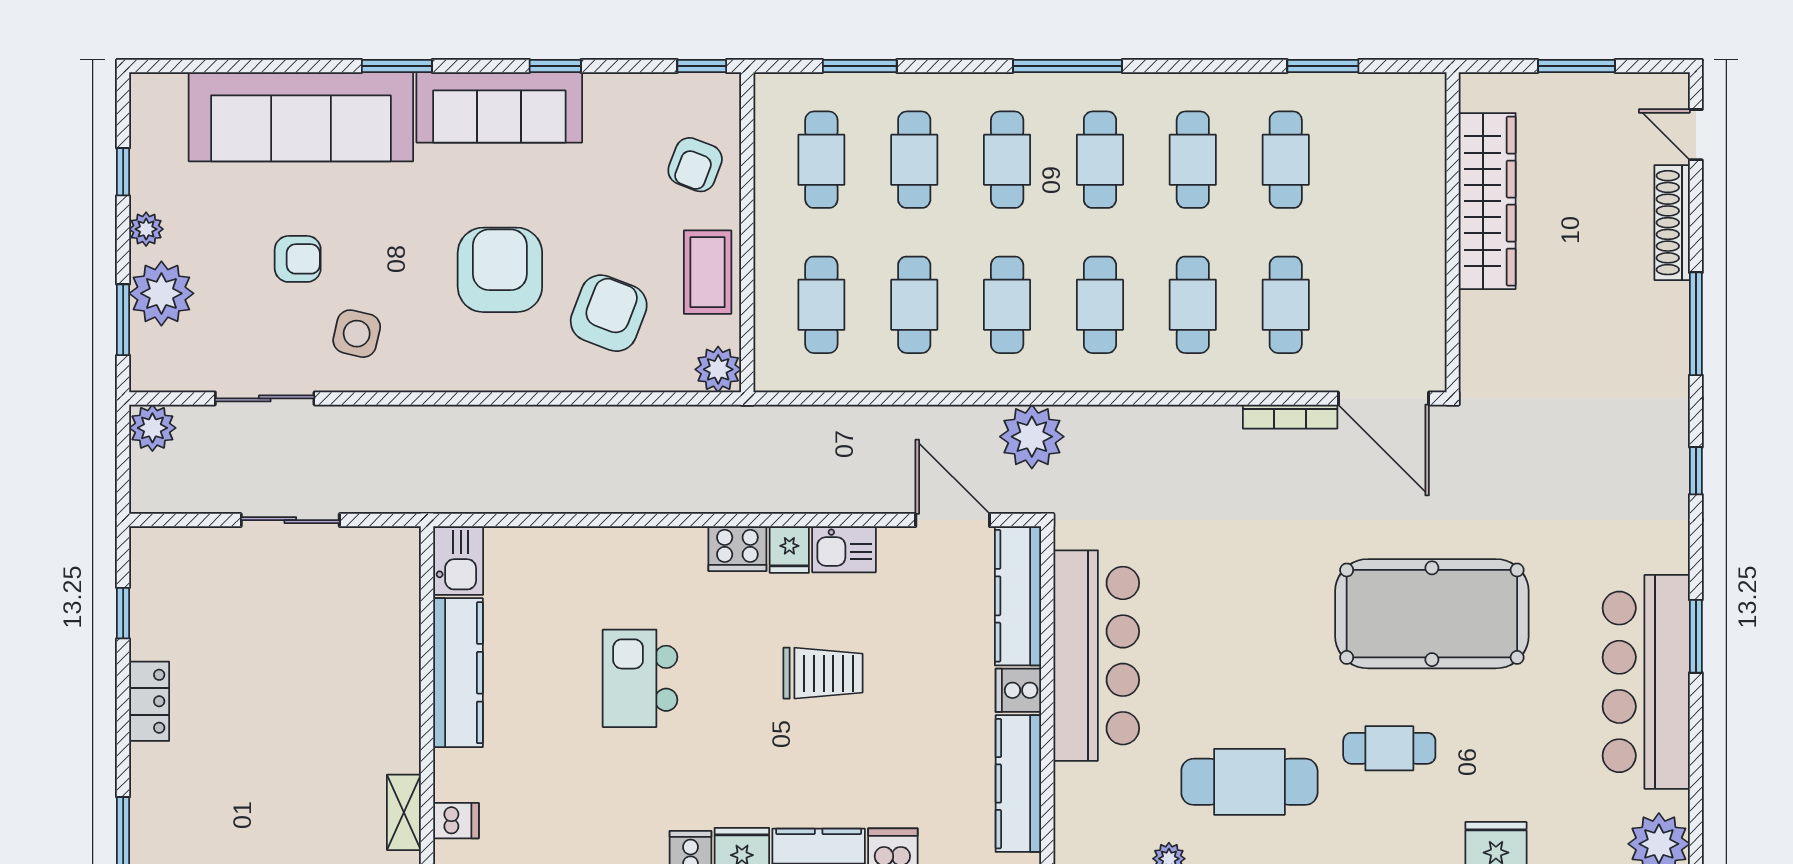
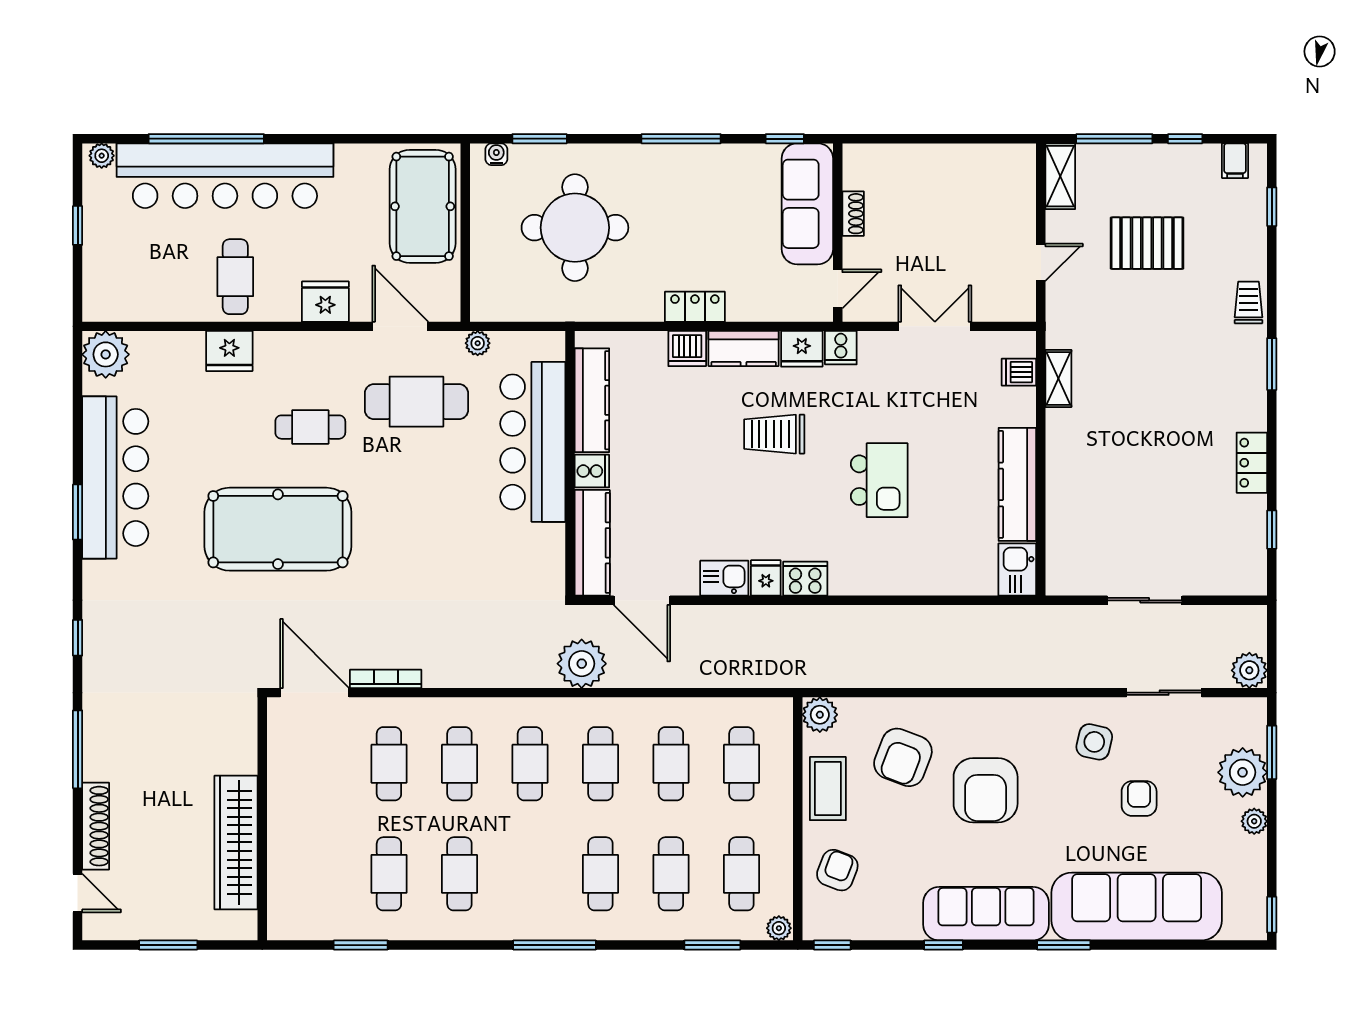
plant: (772, 88) -> (779, 928), added
cafe table: (1100, 160) -> (530, 874), removed
window: (123, 172) -> (1272, 915), moved
armchair: (298, 259) -> (1139, 799), turned 90
bar counter: (1096, 656) -> (533, 442), moved
trolley: (823, 673) -> (774, 434), moved

